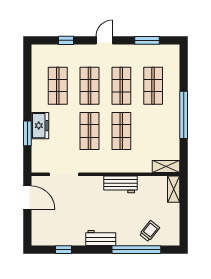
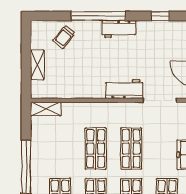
workbench: (120, 184) -> (124, 89), moved
shelving: (174, 189) -> (37, 65), moved
window: (136, 250) -> (98, 16), moved

